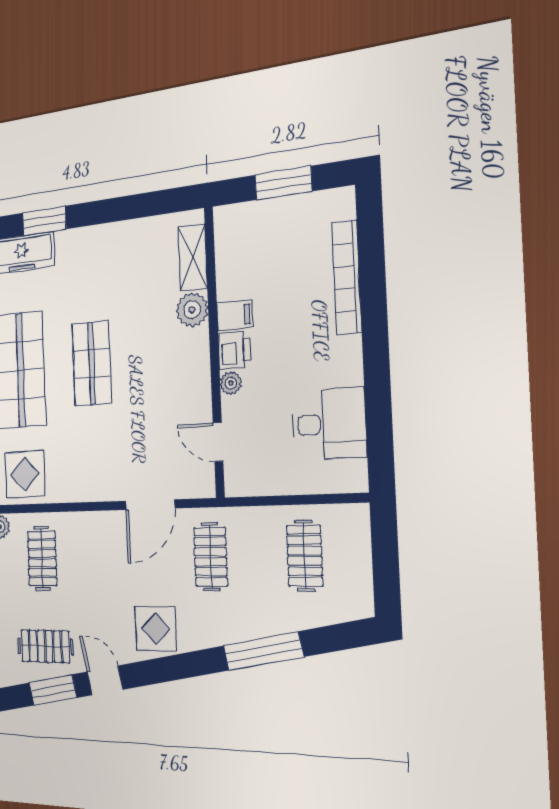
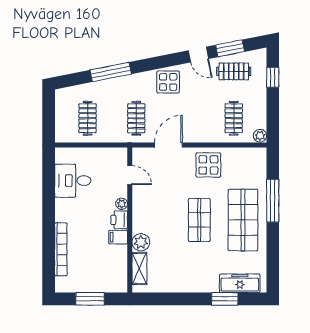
display table: (25, 474) -> (208, 165), moved

